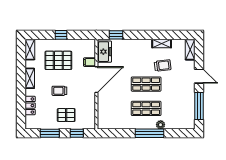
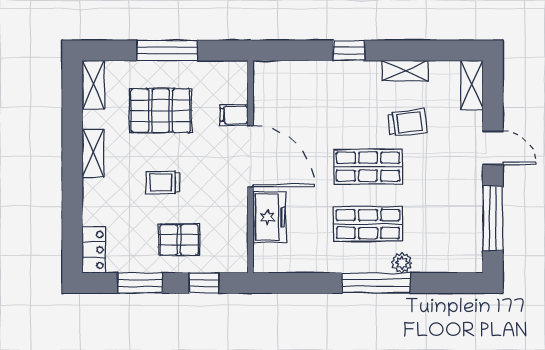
window: (61, 35) -> (167, 50), width x2.17
window: (116, 35) -> (349, 50), moved
freezer: (104, 52) -> (269, 217), moved
door: (96, 80) -> (250, 156), hinge flipped
locker: (30, 106) -> (94, 250), moved

